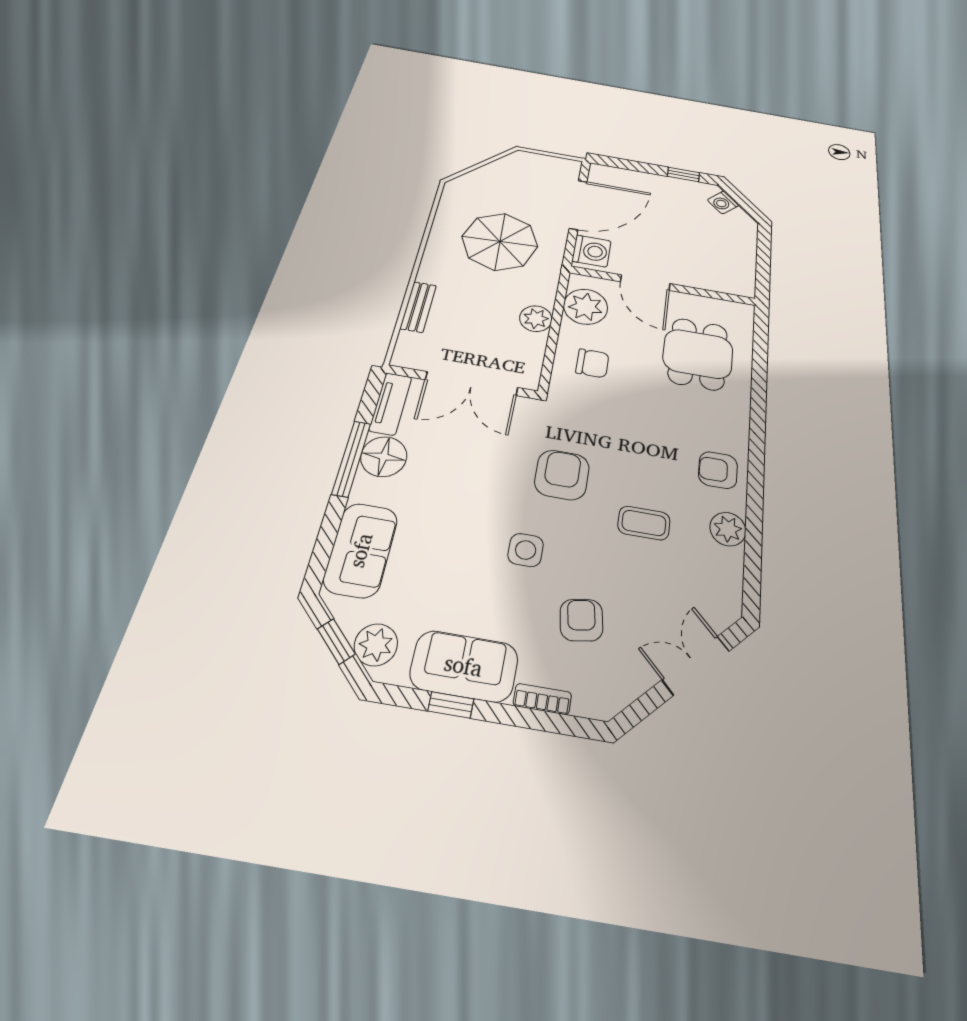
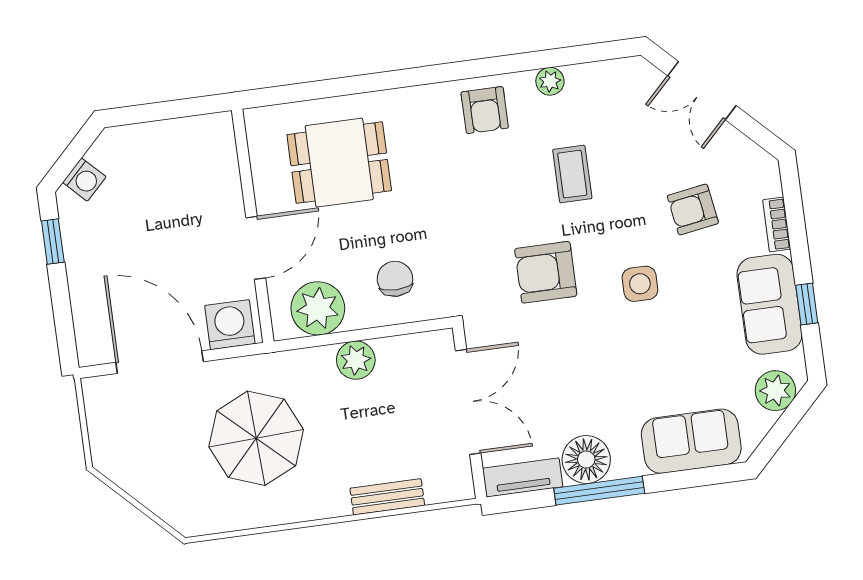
plant: (728, 529) -> (550, 81), width x0.73, depth x0.73
window: (336, 641) -> (784, 427), removed

